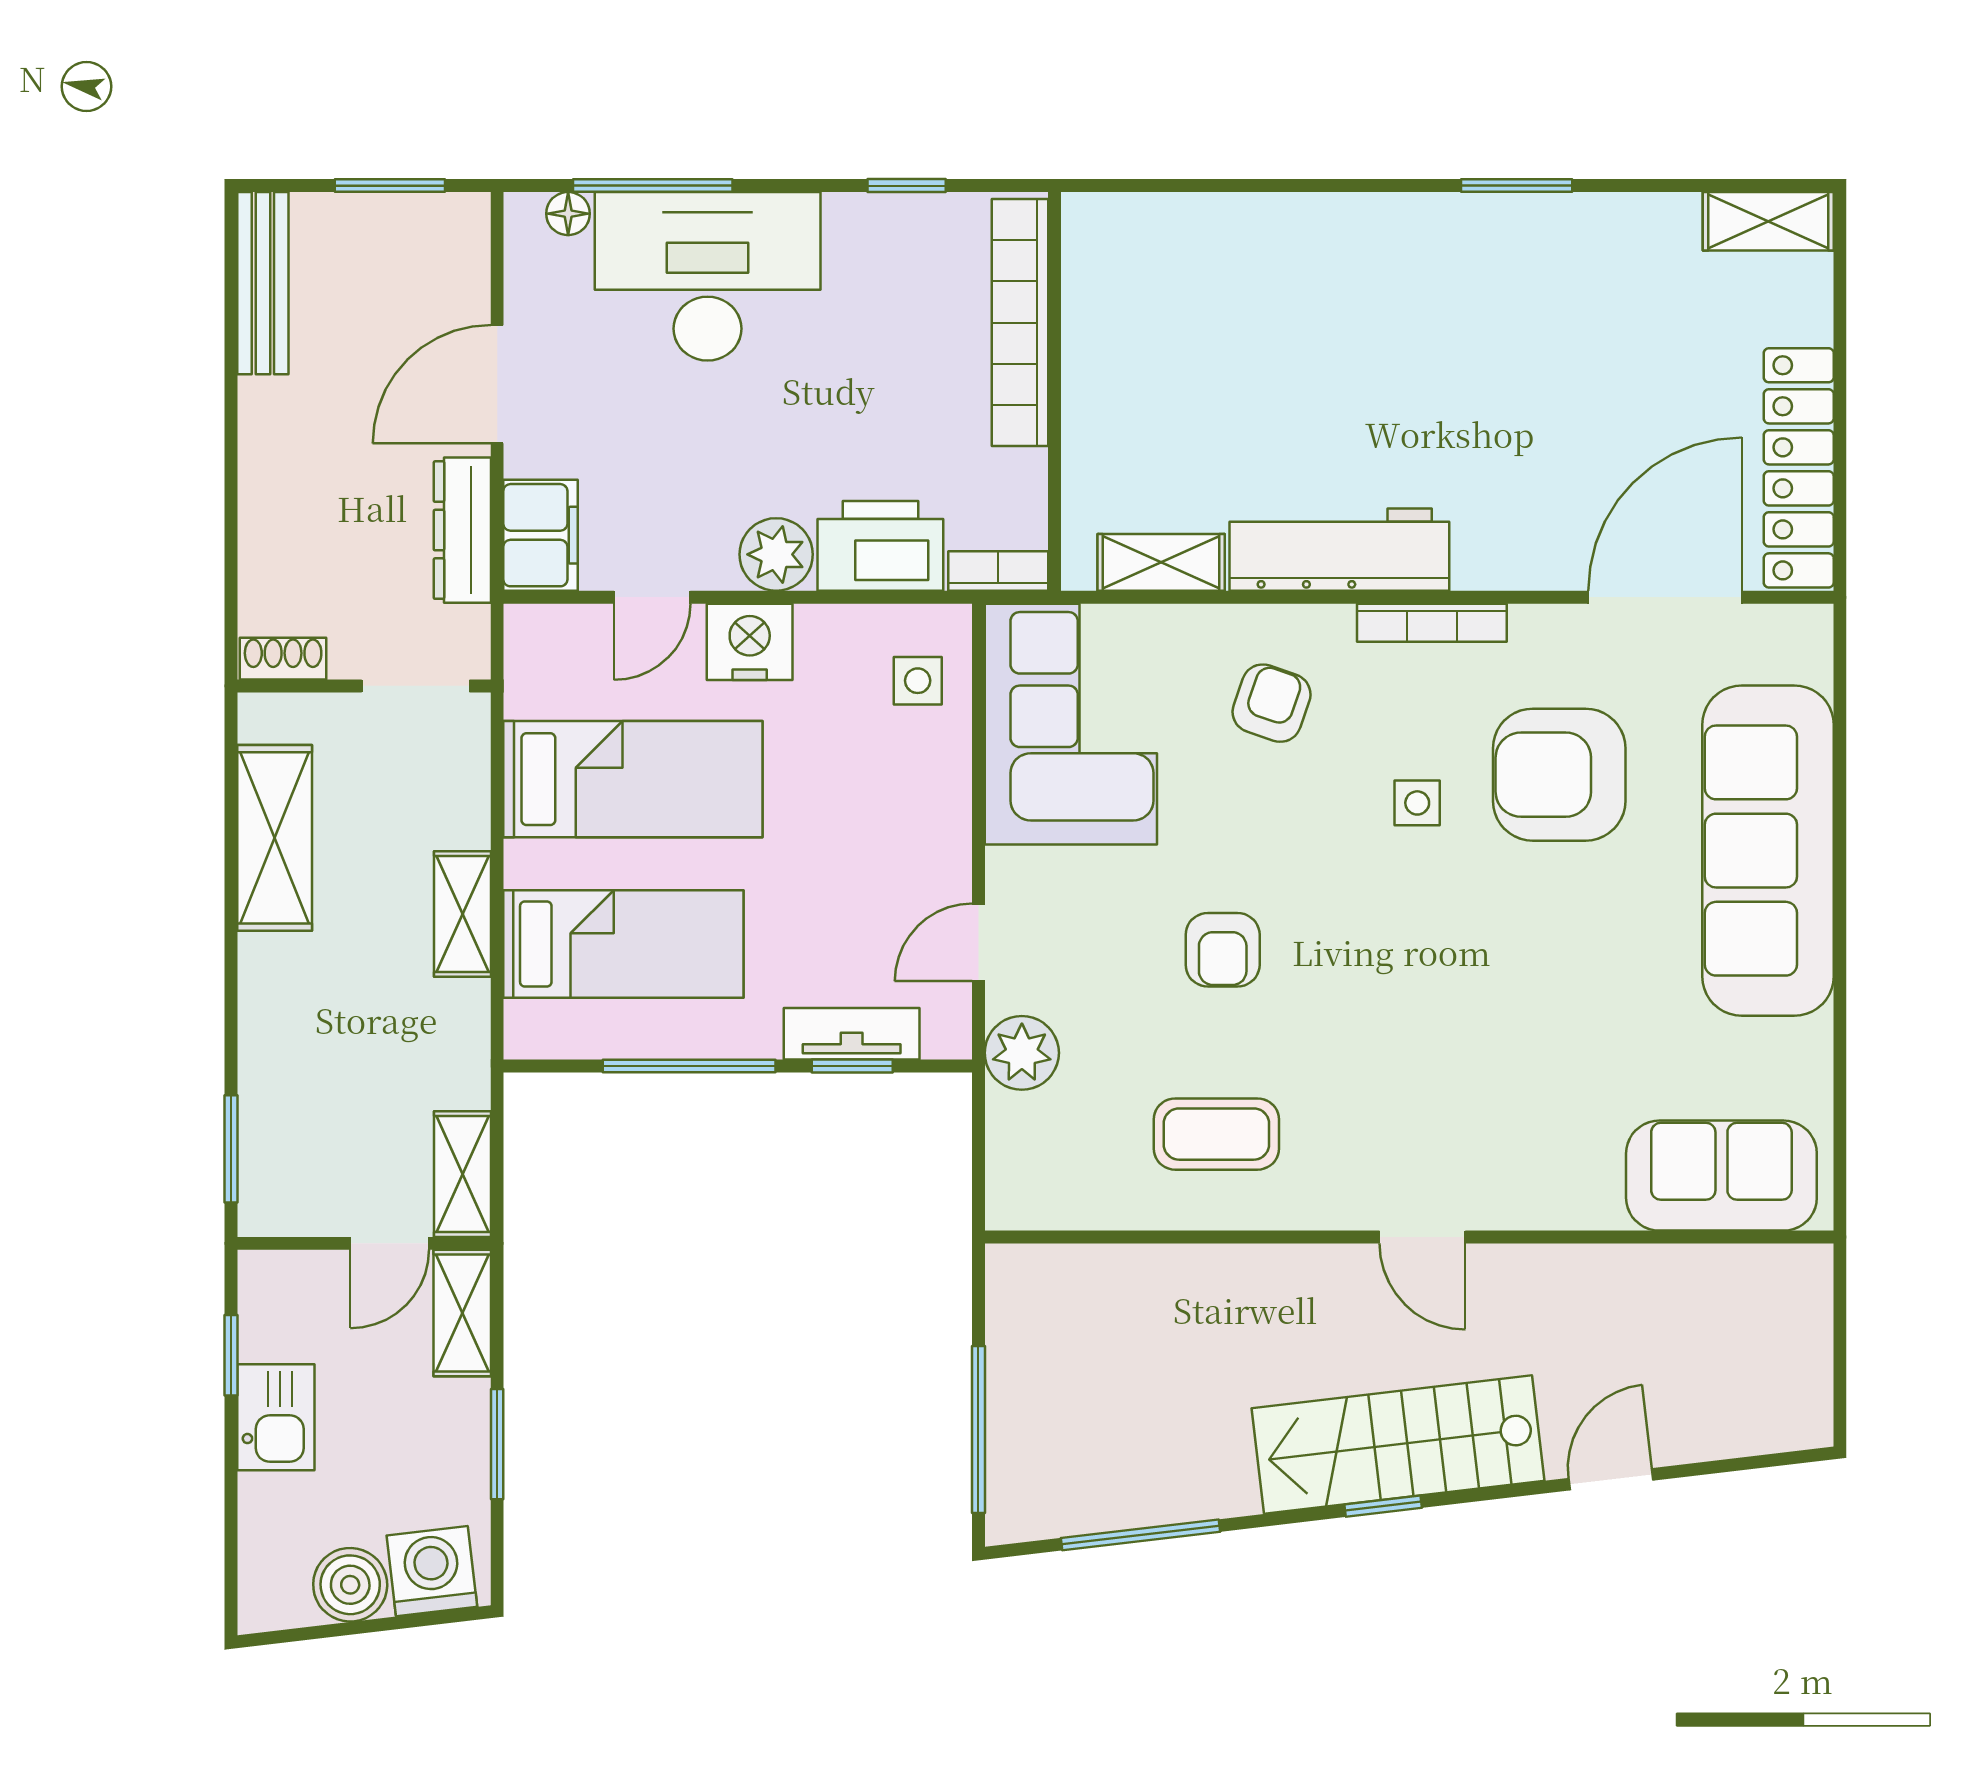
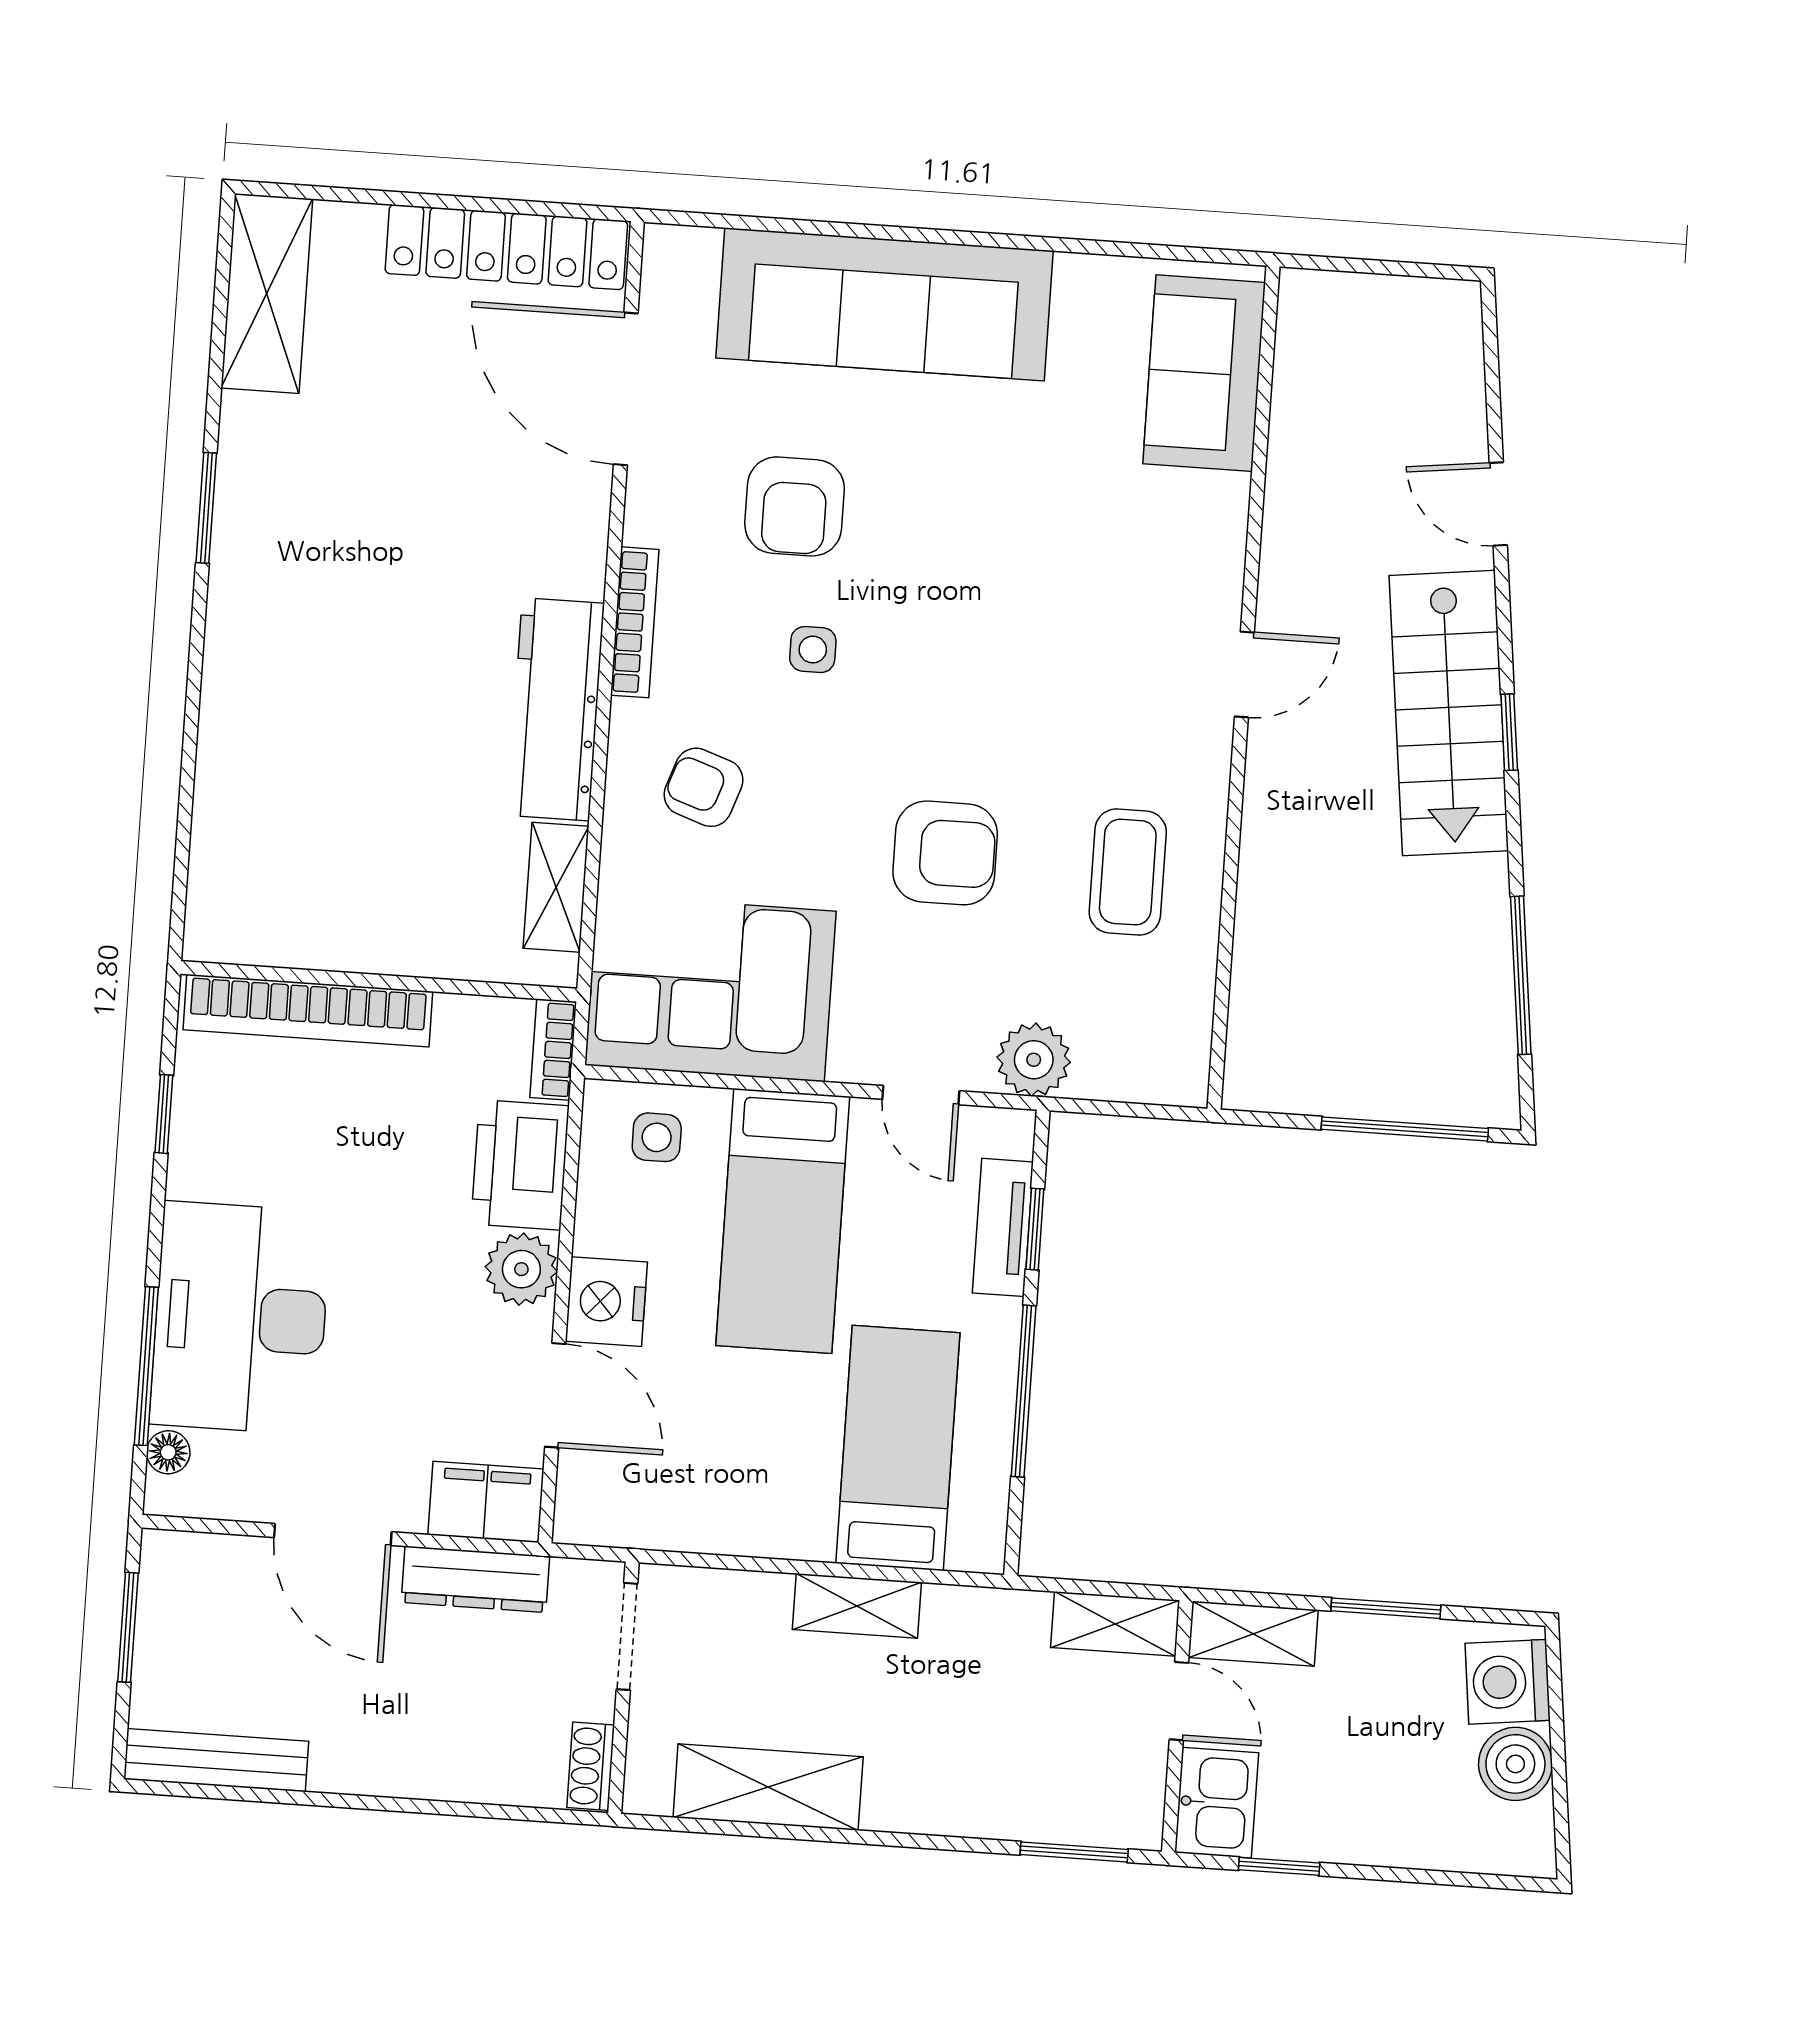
shelving: (1768, 221) -> (267, 294), width x1.50, depth x1.33
door: (652, 597) -> (555, 1395), width x1.37
armchair: (1559, 775) -> (795, 506), width x0.73, depth x0.73
bed: (633, 779) -> (783, 1221), moved, turned 180
armchair: (1223, 950) -> (945, 853), width x1.38, depth x1.38
kitchen sink: (276, 1417) -> (1217, 1803), moved, turned 90

